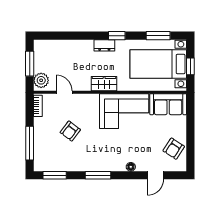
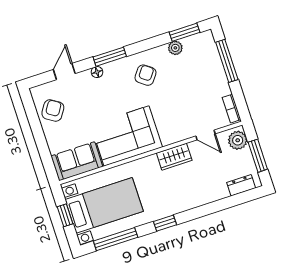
window: (158, 36) -> (116, 239), width x1.44
dresser: (104, 45) -> (241, 185), moved
wardrobe: (104, 84) -> (174, 157), moved
armchair: (70, 131) -> (145, 75), moved
plant: (65, 166) -> (175, 48), added
window: (98, 175) -> (110, 57), moved

